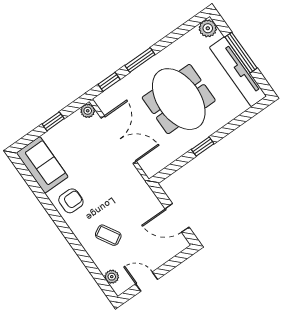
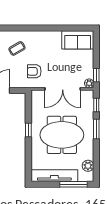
plant: (208, 28) -> (88, 166), moved
window: (241, 53) -> (73, 184), moved
window: (53, 121) -> (96, 75), moved
armchair: (71, 201) -> (34, 71), moved, turned 90

